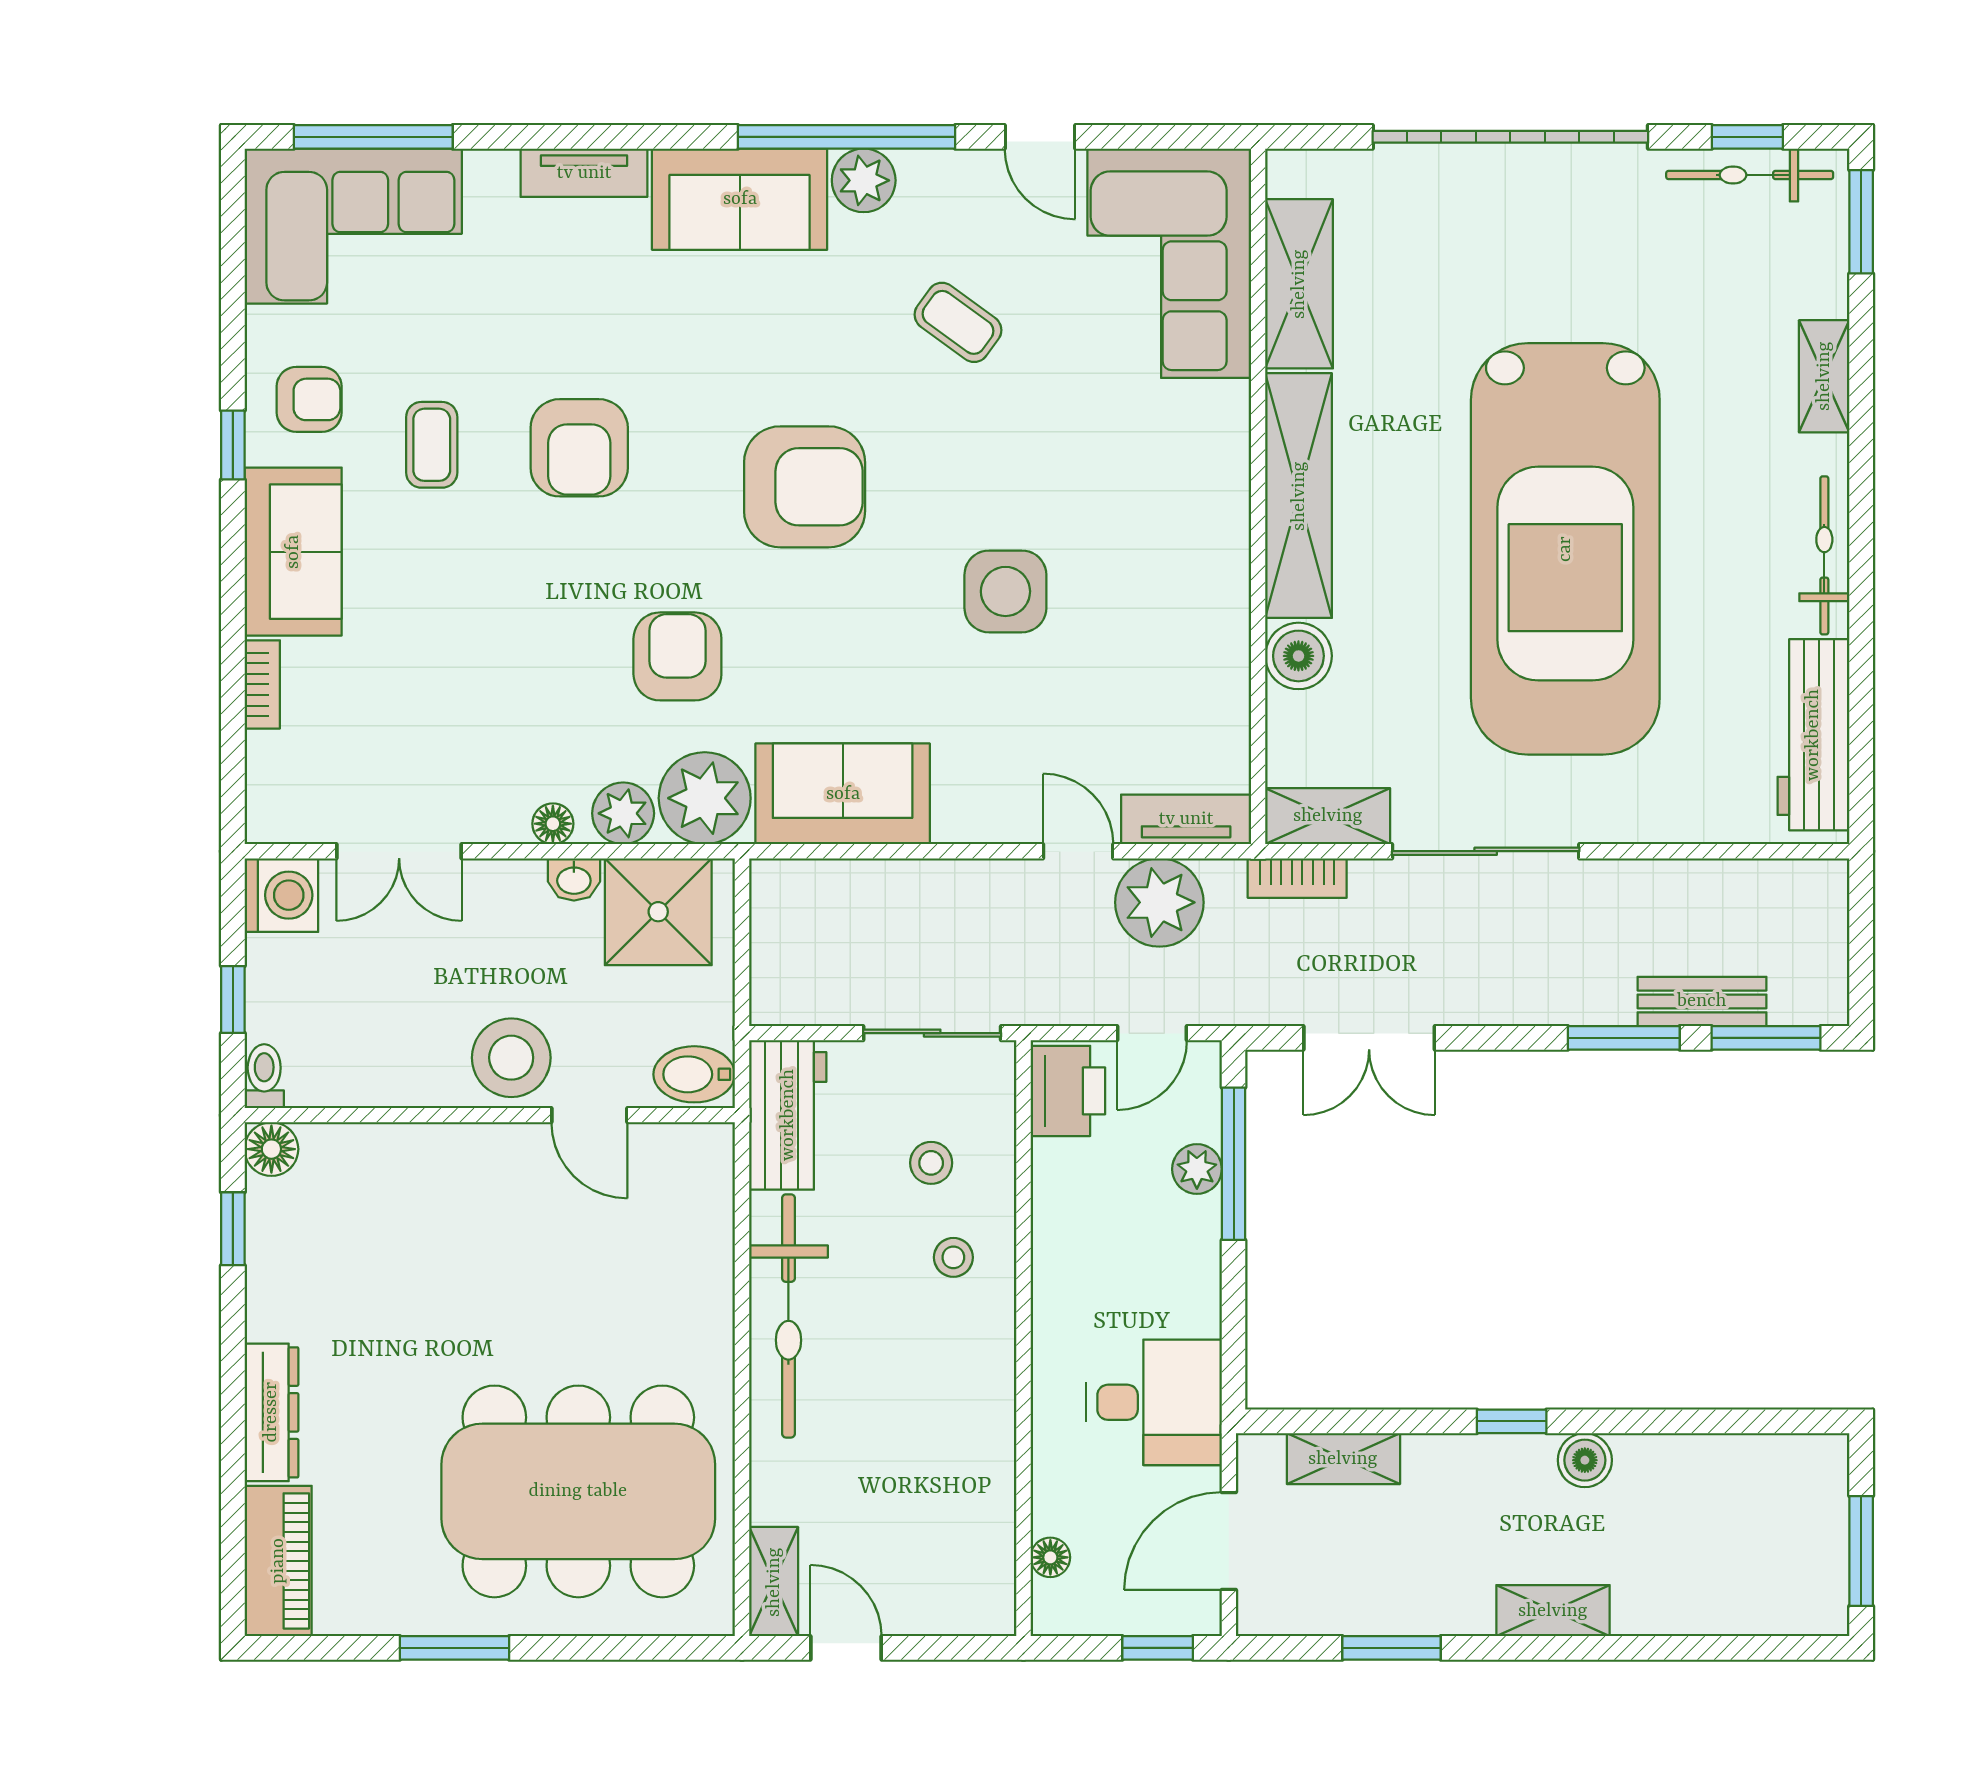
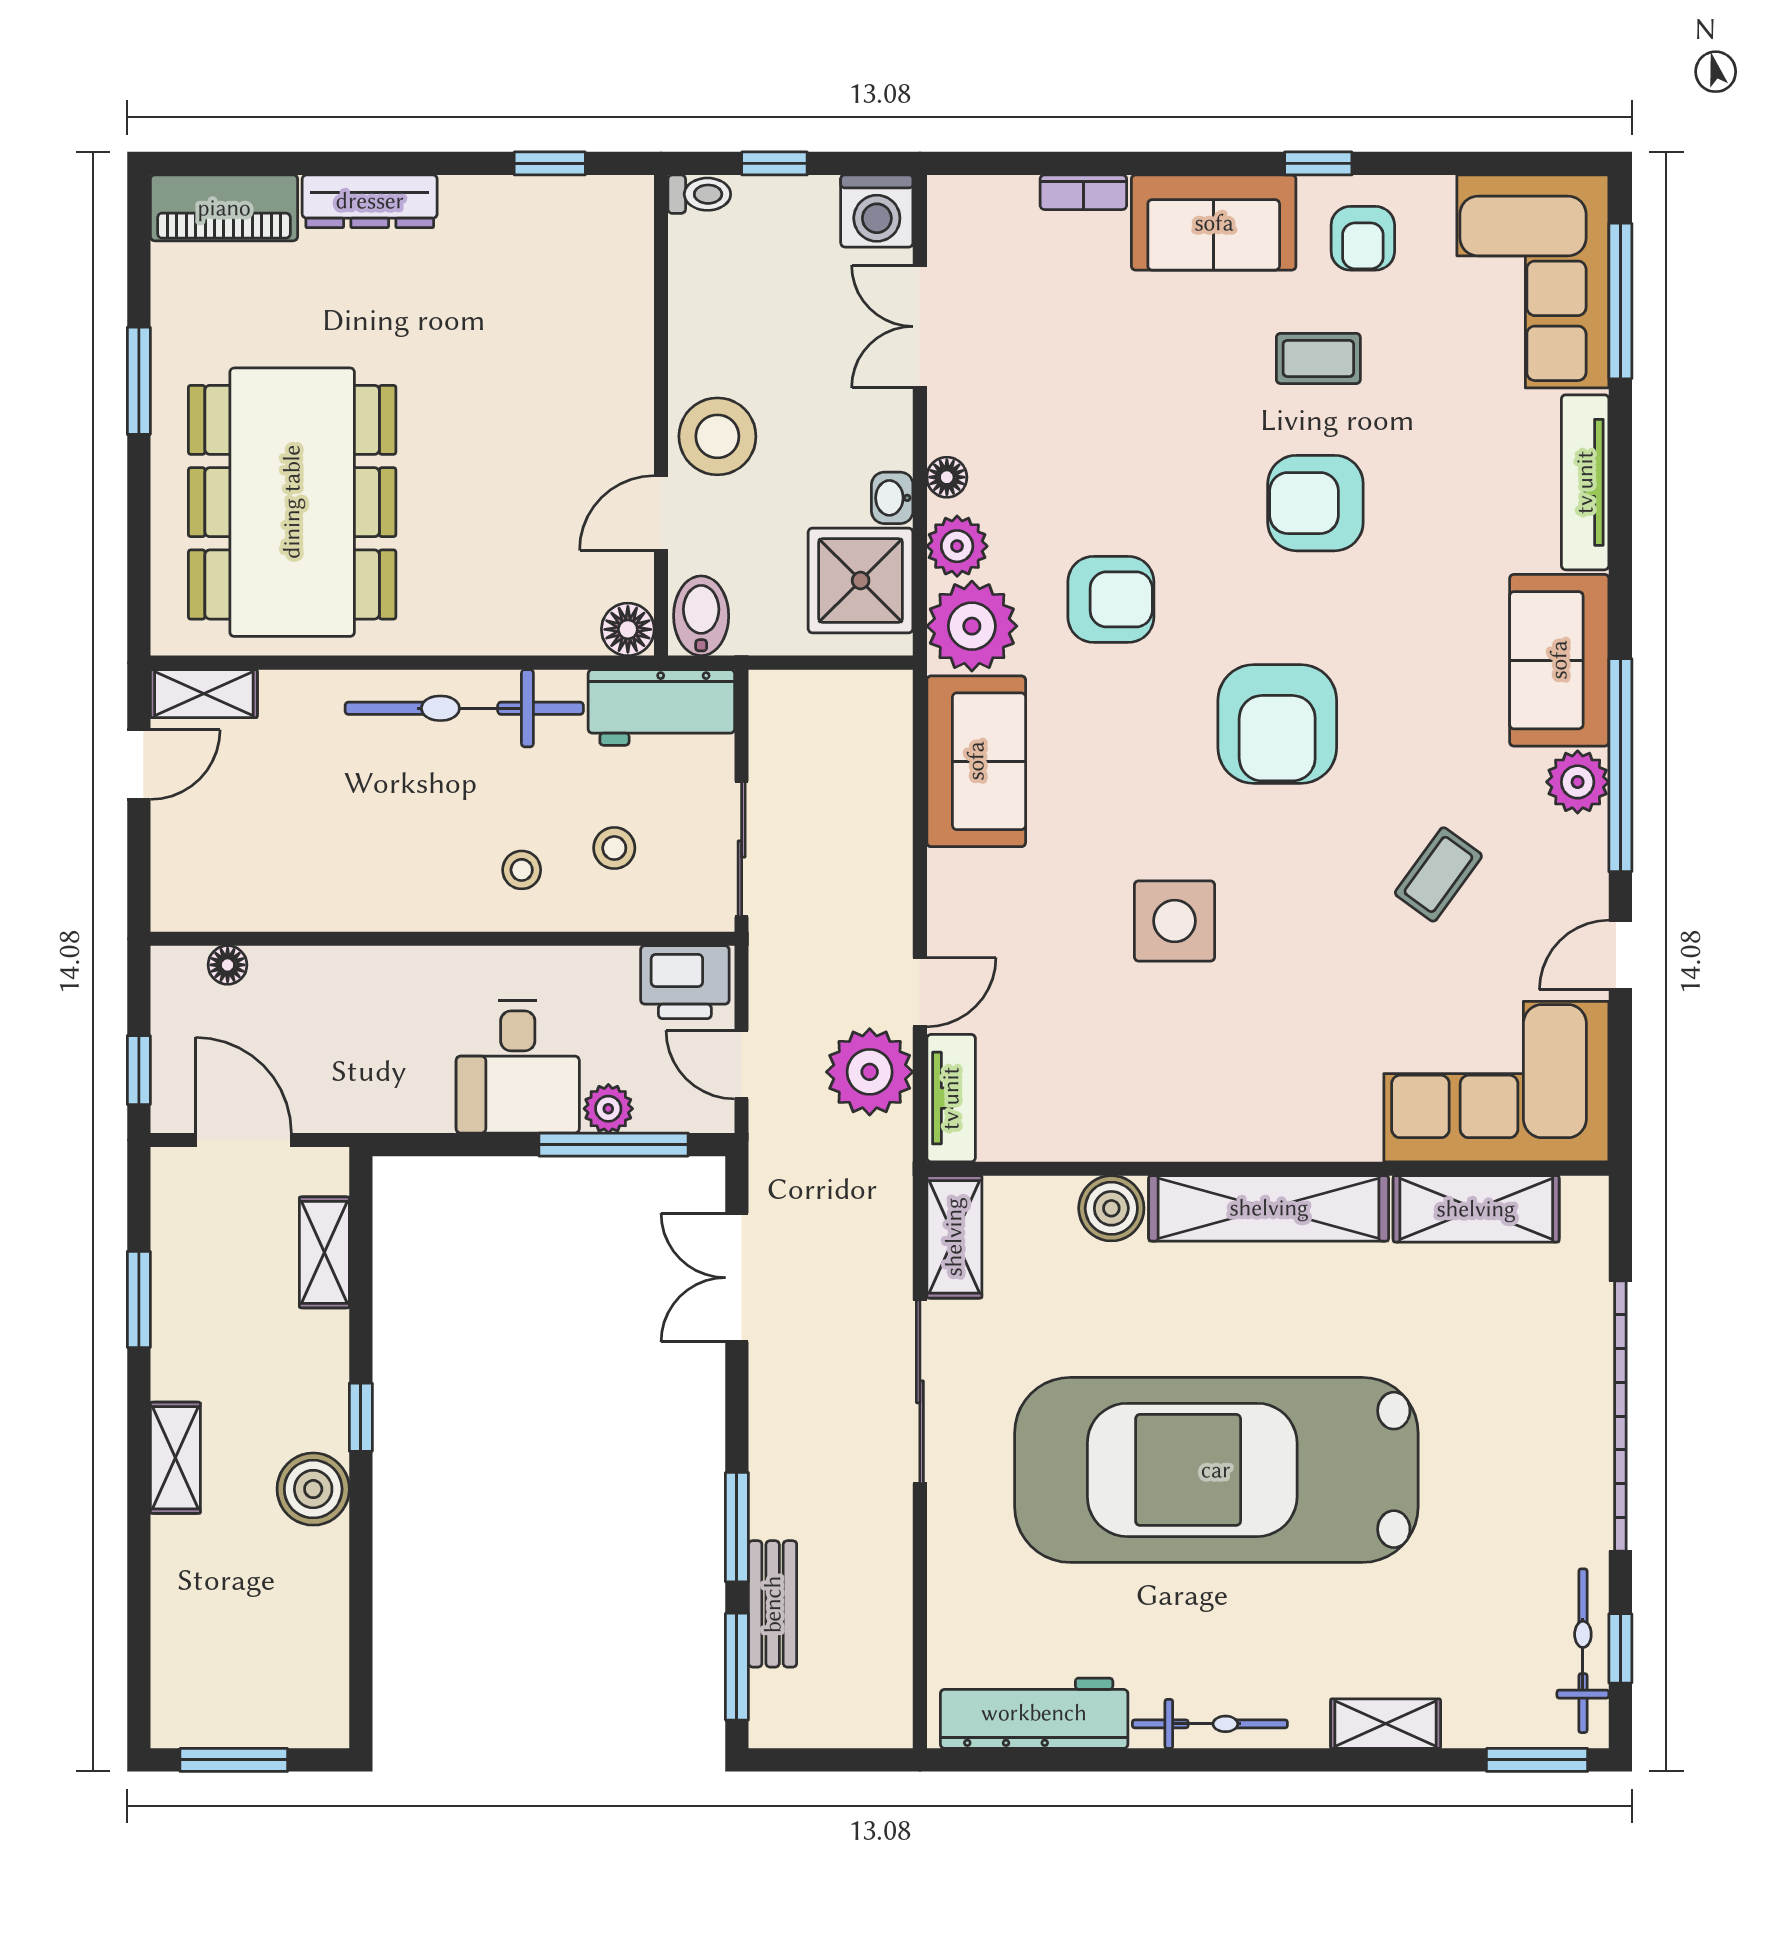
tv unit: (584, 173) -> (1585, 482), width x1.41
bookcase: (1297, 878) -> (894, 1207), removed
floor lamp: (271, 1149) -> (628, 629), moved
desk: (1154, 1402) -> (518, 1067), moved
boiler: (1585, 1460) -> (313, 1489), width x1.36, depth x1.36

